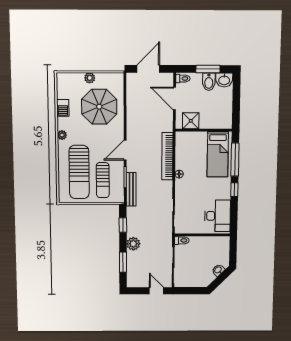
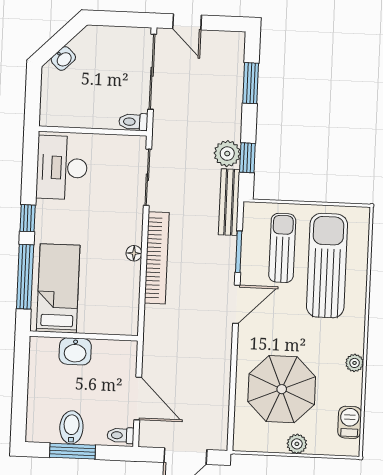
washbasin: (224, 80) -> (75, 351), moved, turned 180
barbecue: (63, 108) -> (350, 422), moved
shower: (191, 121) -> (108, 355), removed
plant: (62, 135) -> (355, 363), moved
bookcase: (167, 156) -> (157, 258), moved
bench: (131, 189) -> (229, 202), moved
plant: (133, 244) -> (227, 154), moved

